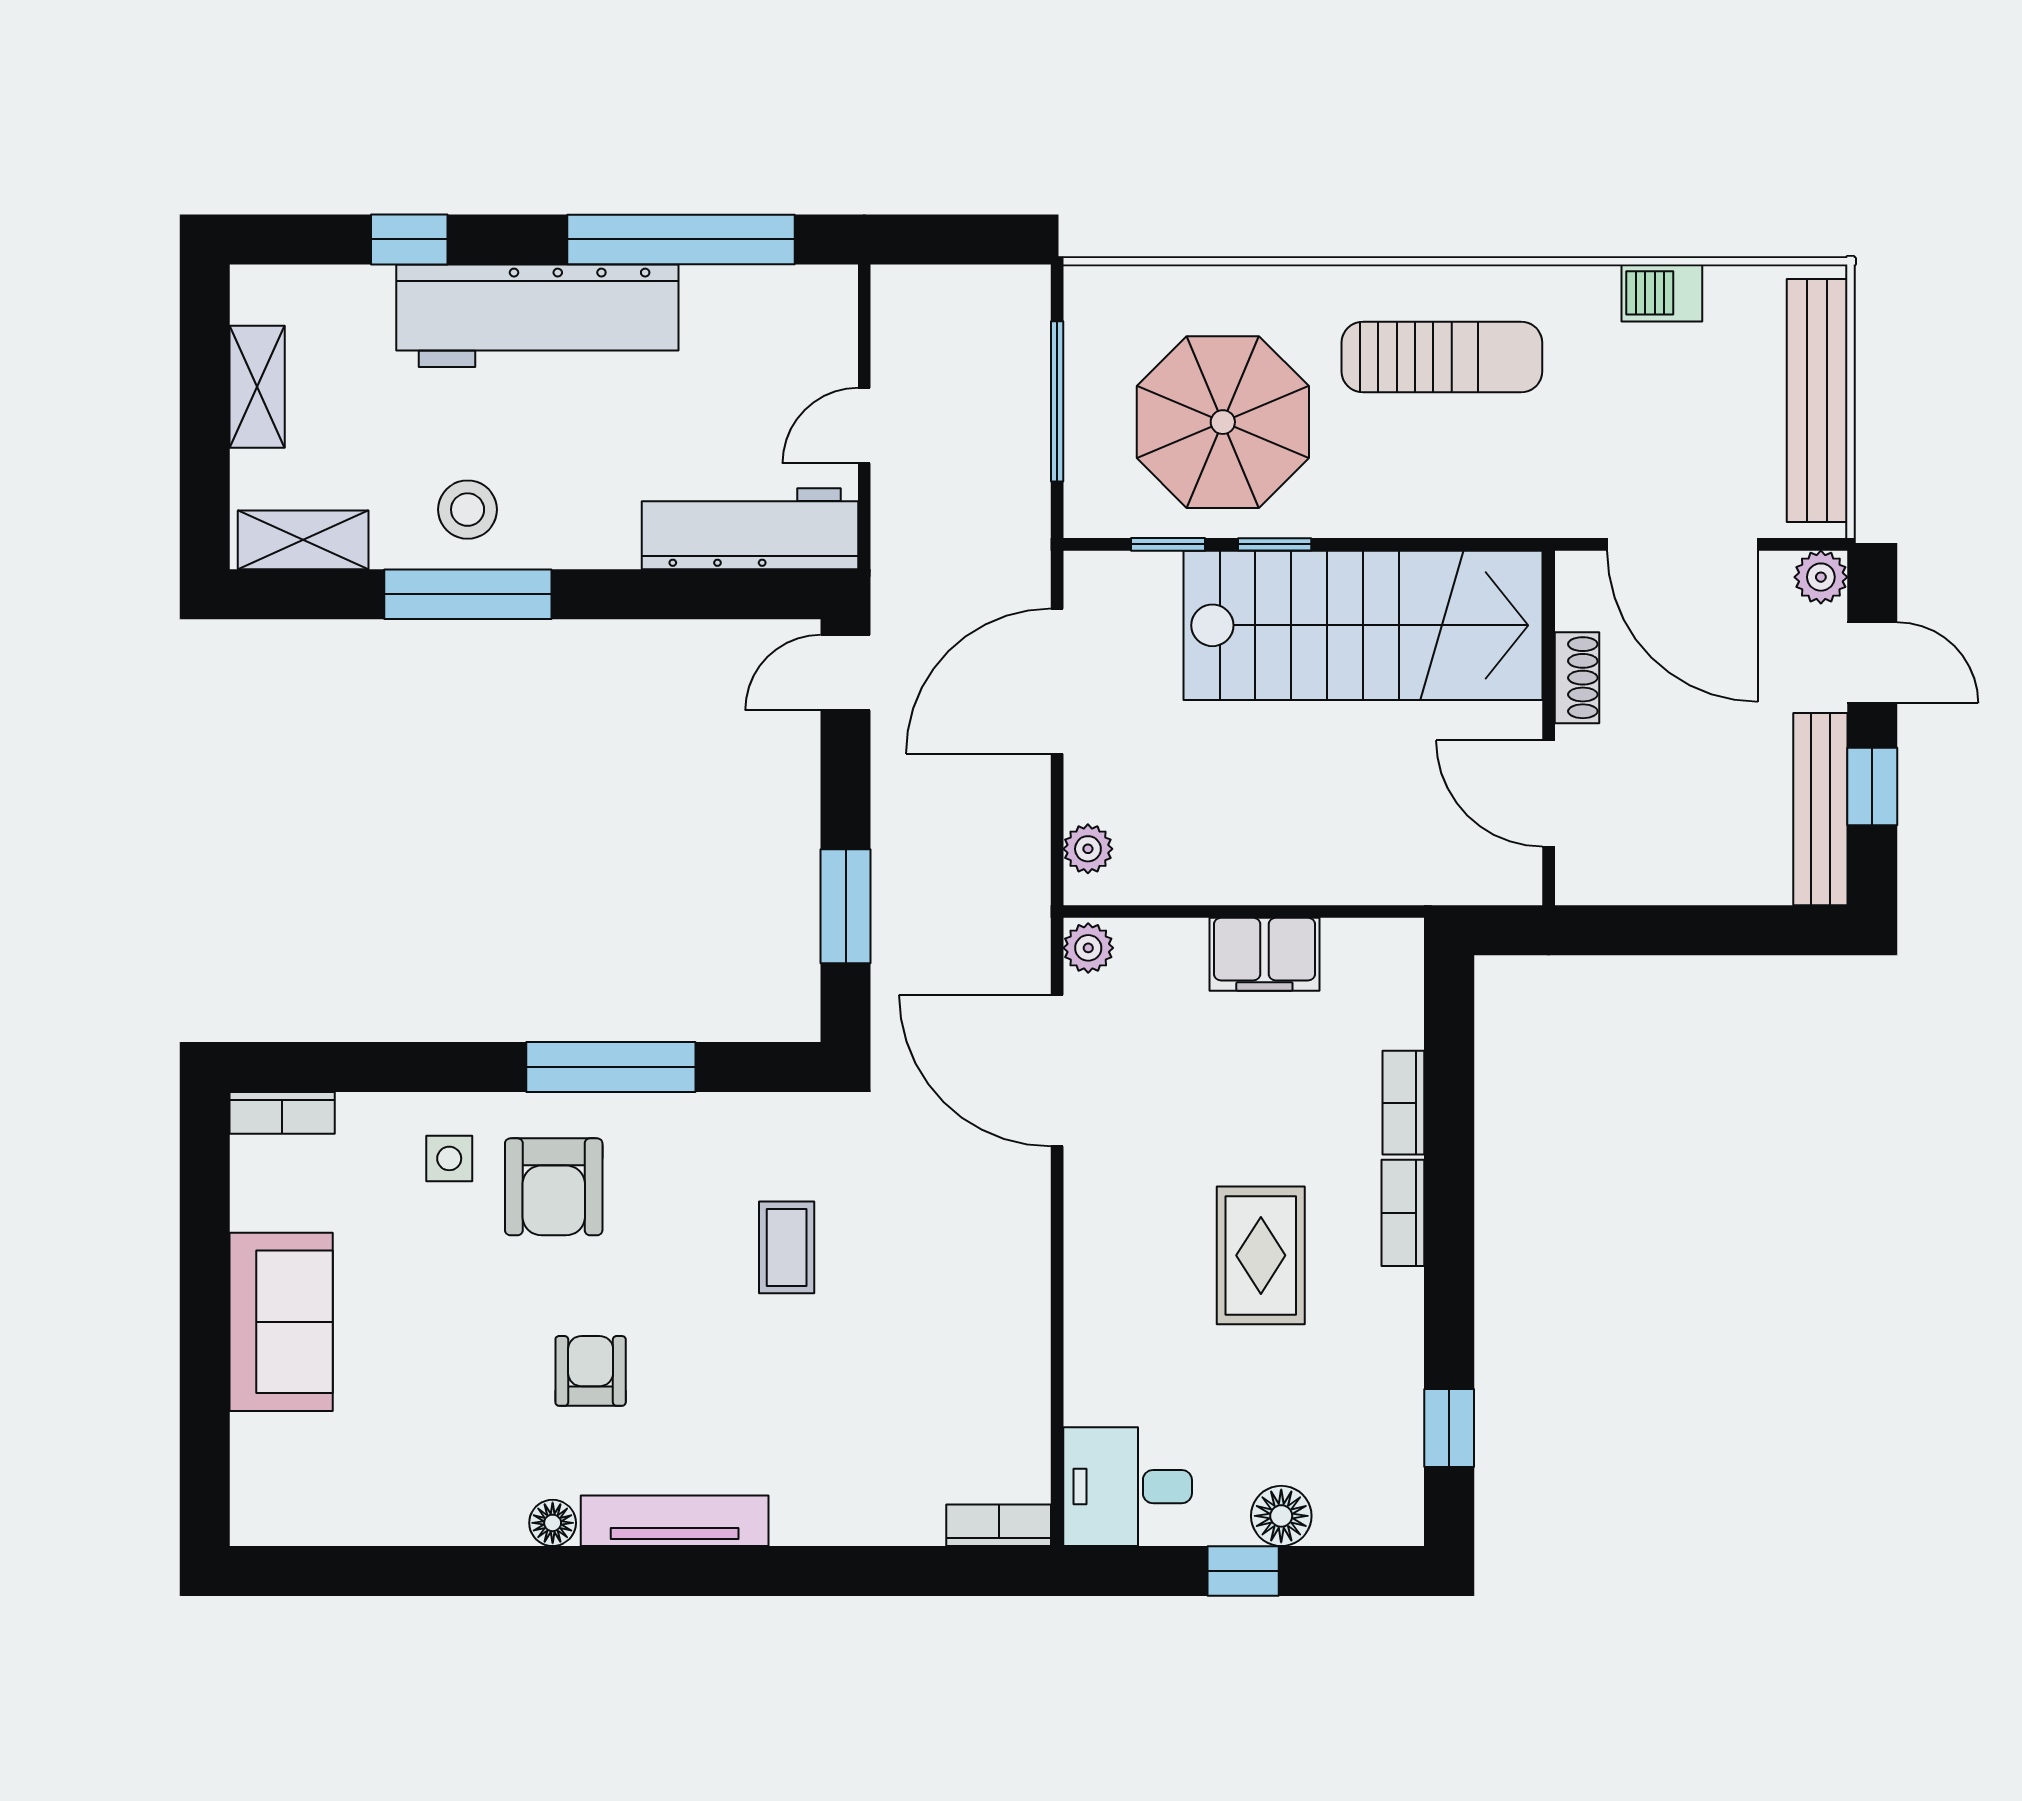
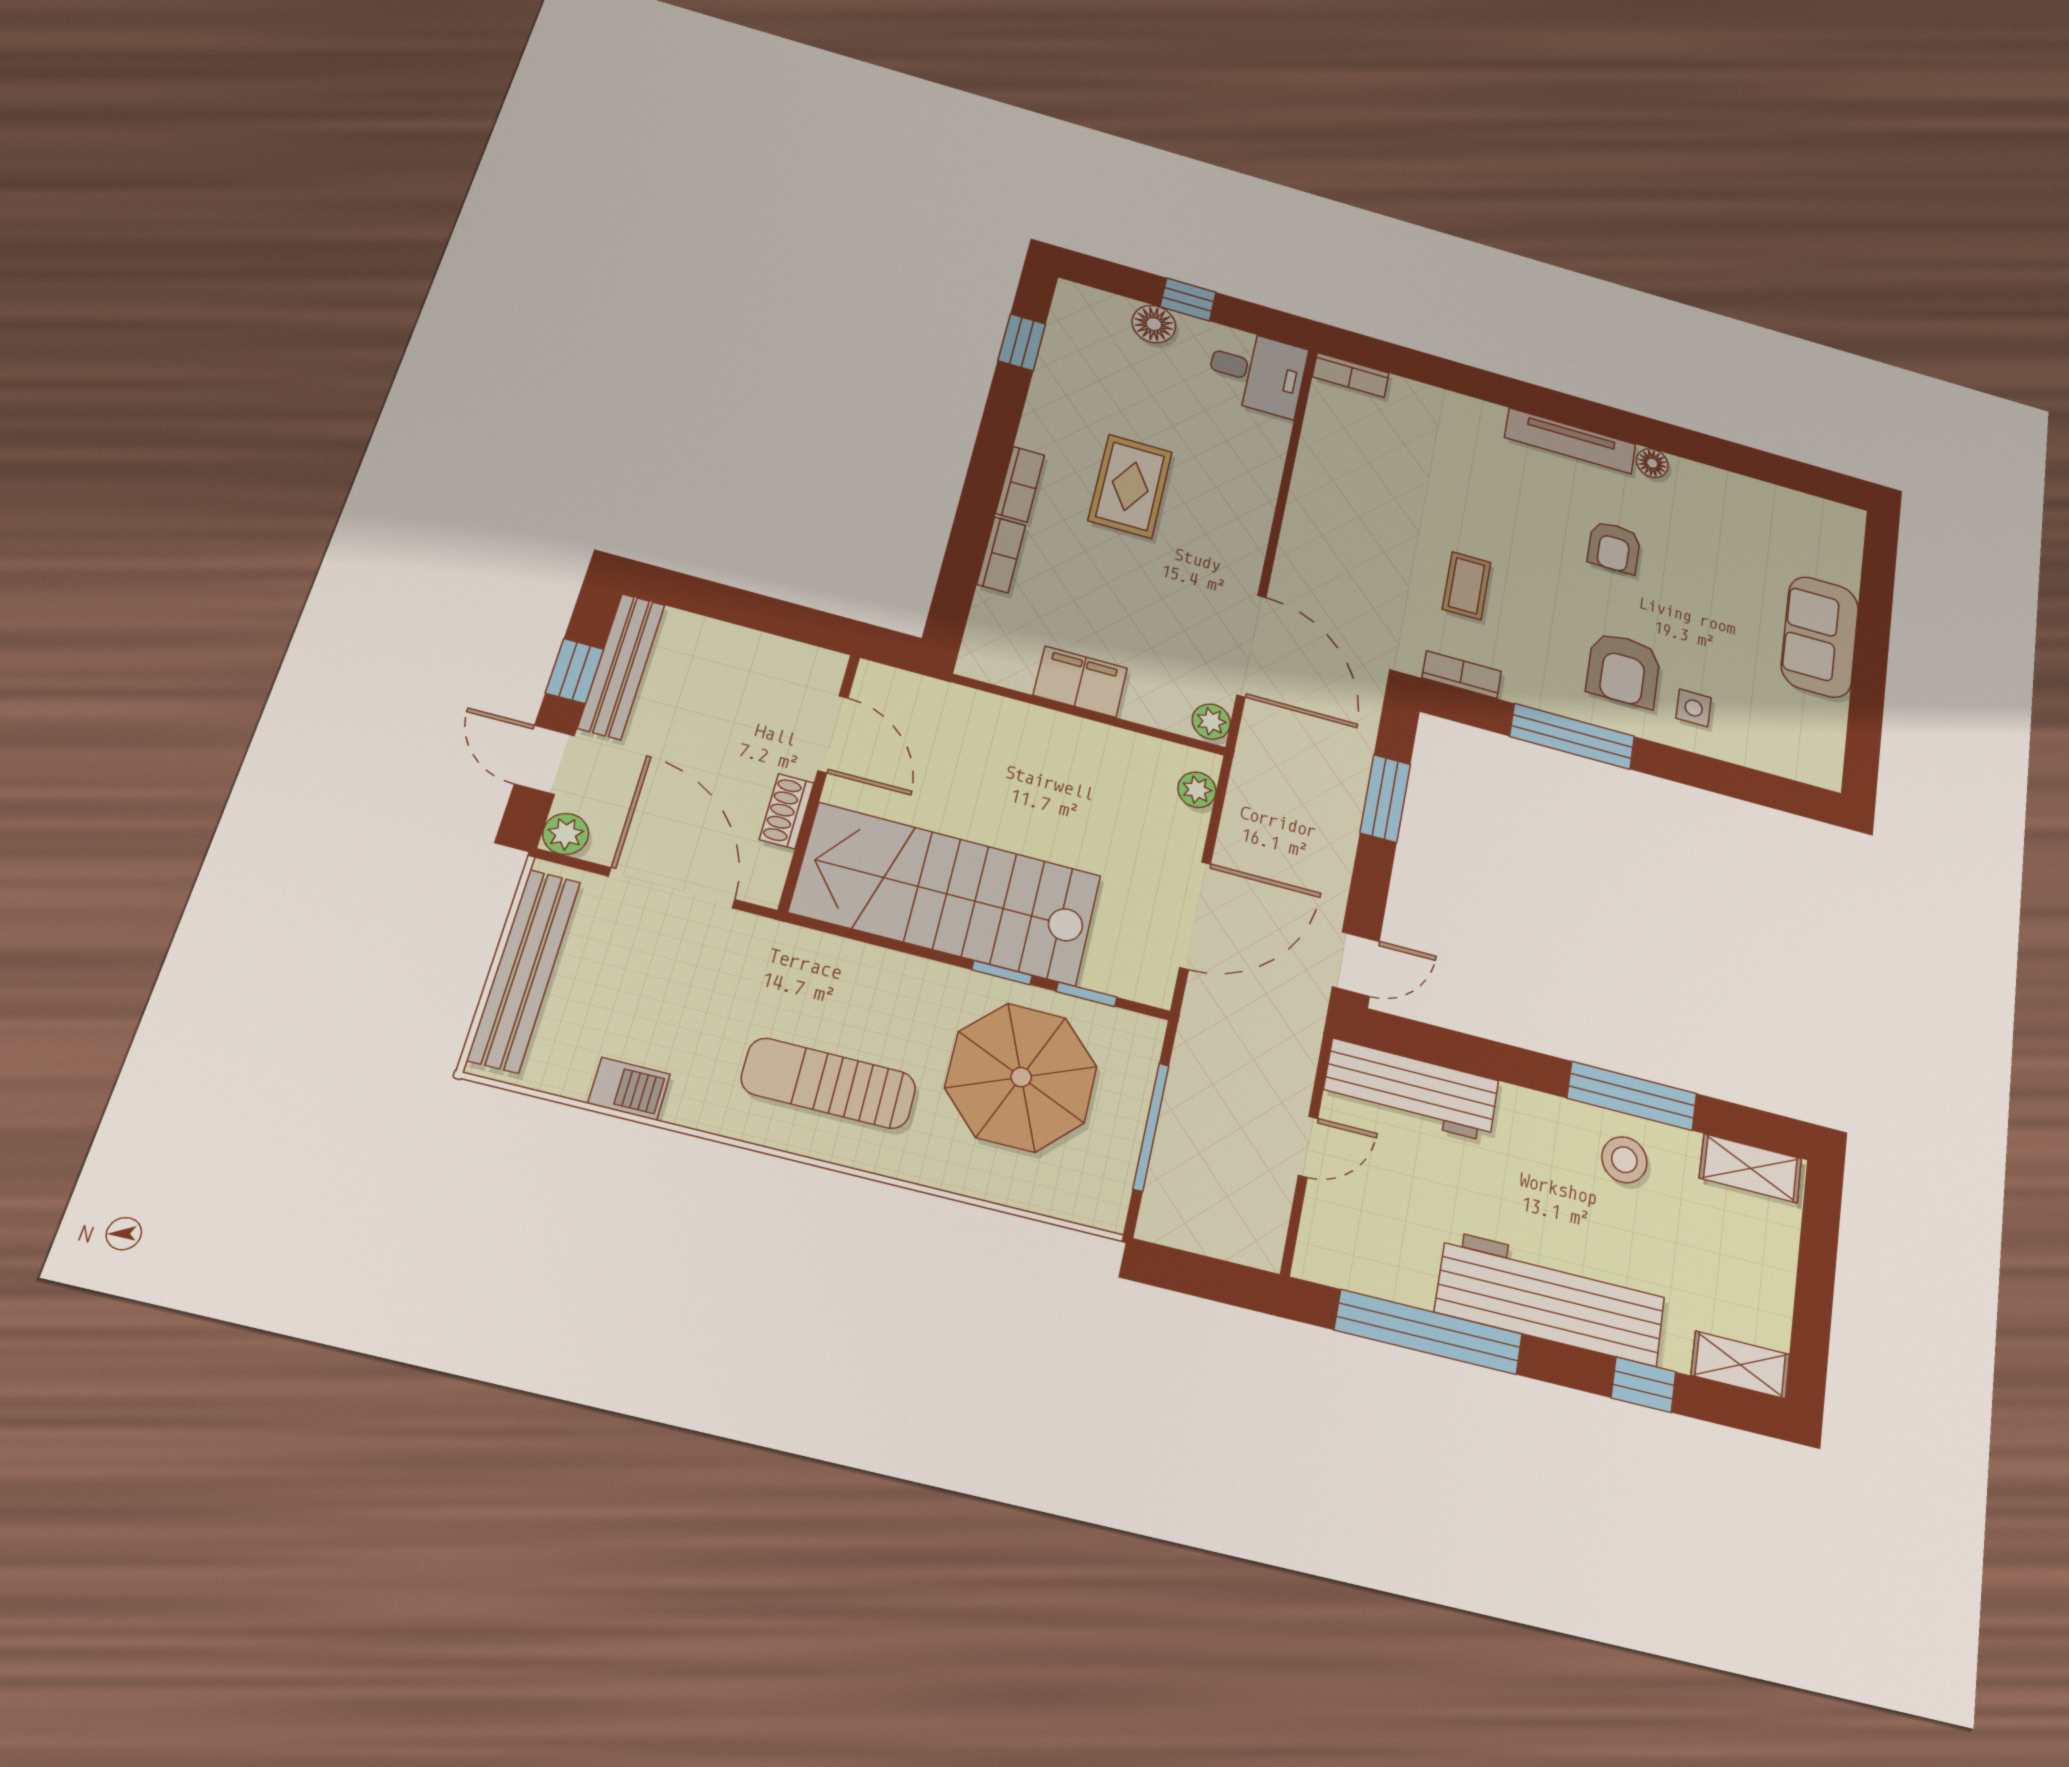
shelving: (257, 387) -> (1740, 1365), moved, turned 90
bookcase: (282, 1113) -> (1462, 675), moved
armchair: (554, 1187) -> (1623, 670), turned 180

